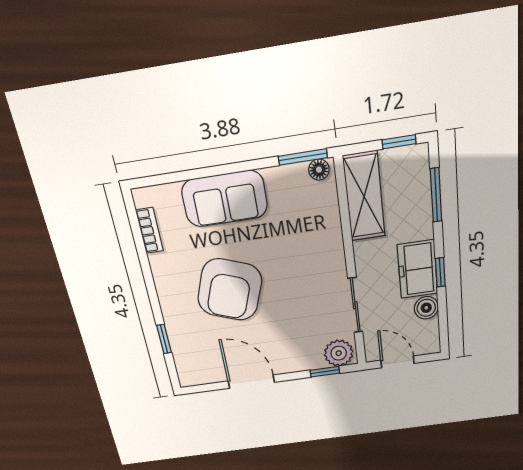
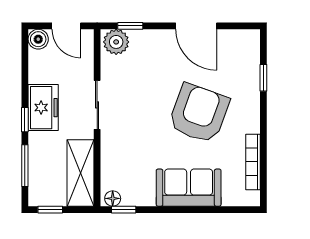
window: (303, 157) -> (124, 210), width x0.67
bookcase: (149, 231) -> (253, 162), width x1.56
window: (440, 272) -> (25, 120), moved
sliding door: (355, 305) -> (97, 105), moved
boiler: (426, 308) -> (38, 39), moved

